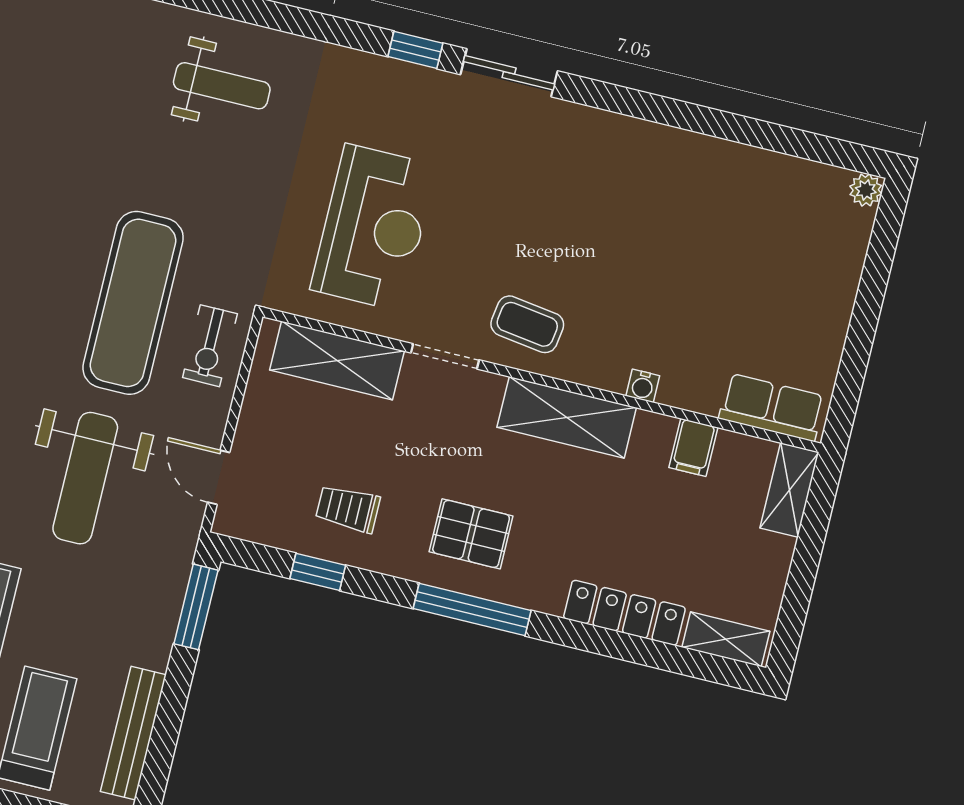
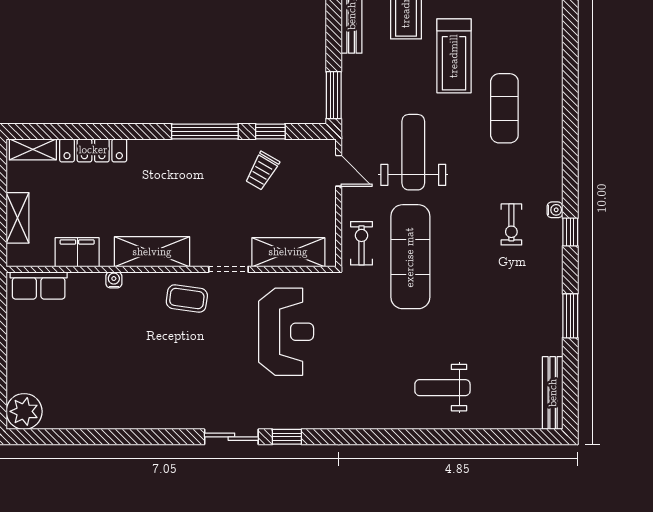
weight bench: (222, 86) -> (442, 388), moved
plant: (866, 190) -> (24, 411), width x1.88, depth x1.88
reception desk: (373, 227) -> (286, 332), turned 180
filing cabinet: (693, 447) -> (77, 252), width x2.00
shelving: (789, 490) -> (18, 218), moved
trolley: (348, 509) -> (262, 171), turned 120
pallet: (471, 534) -> (190, 174), removed
window: (472, 610) -> (205, 131), moved

